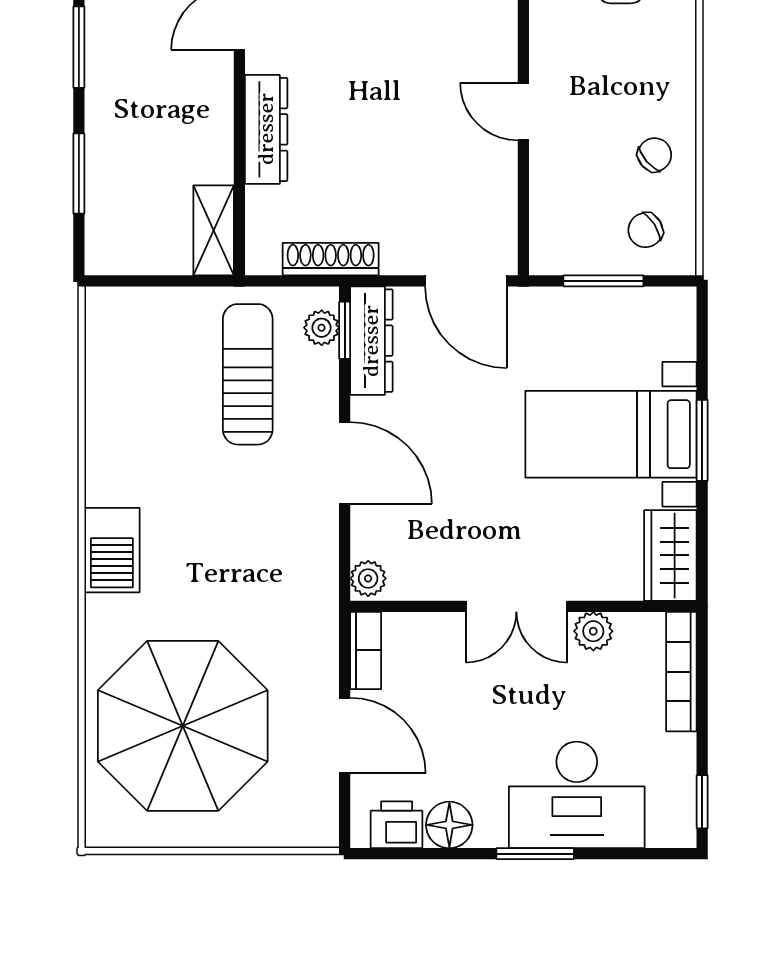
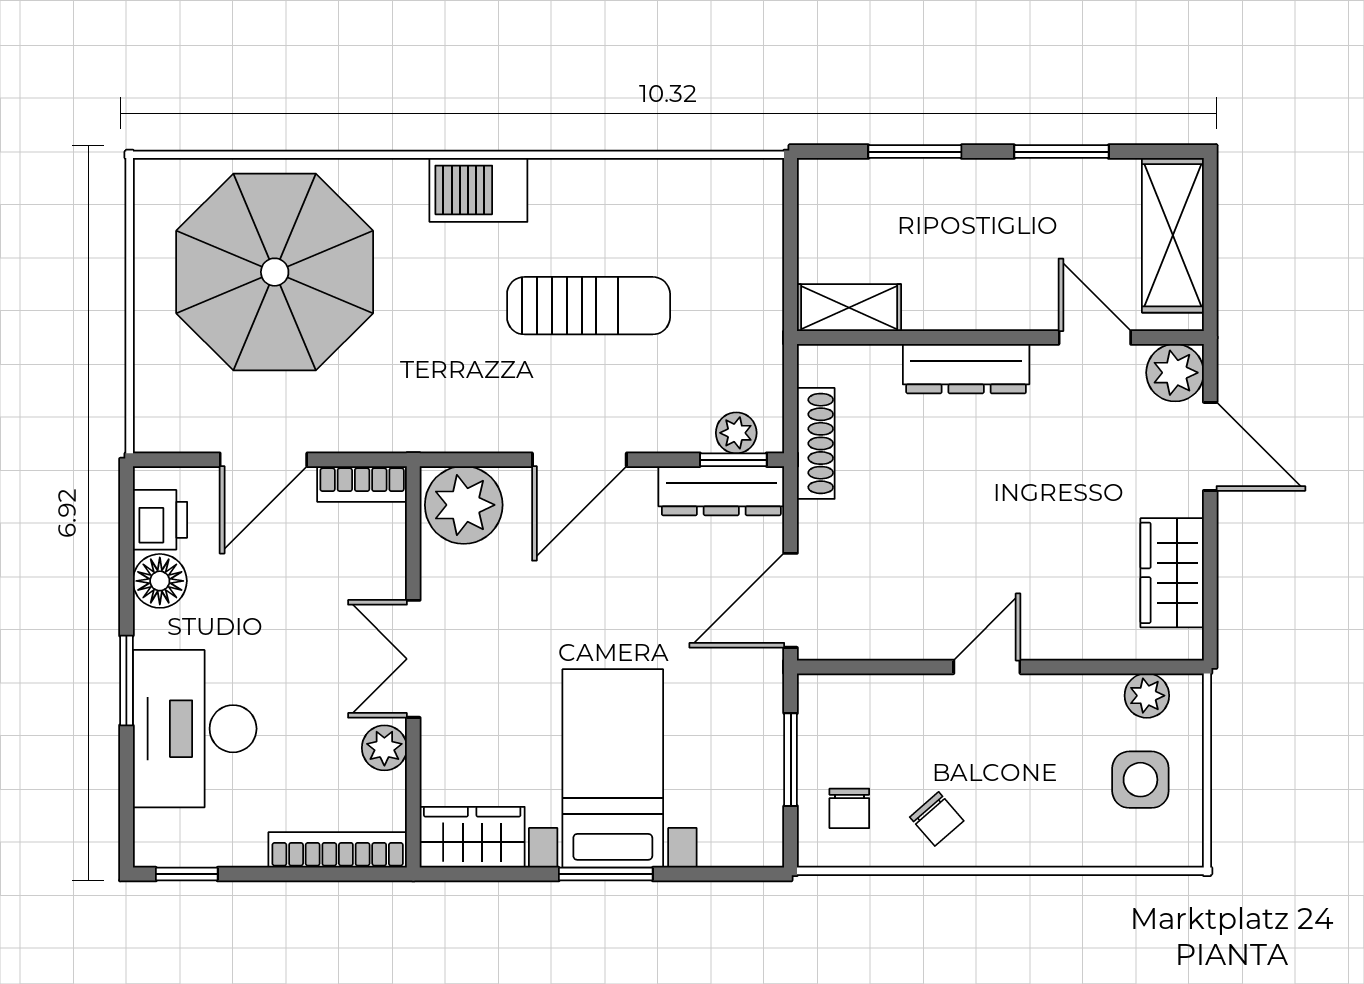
chair: (645, 230) -> (849, 808), turned -148
sun lounger: (248, 374) -> (589, 306), moved
plant: (368, 578) -> (464, 505), width x1.88, depth x1.88

